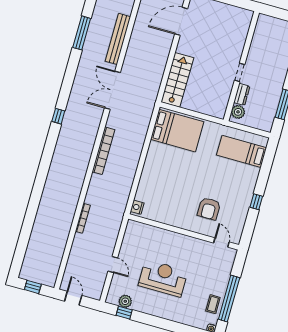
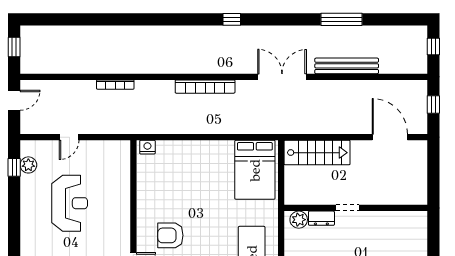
wall: (241, 66) -> (356, 208), moved
doorway: (240, 72) -> (348, 208), moved
dresser: (242, 94) -> (321, 218), moved
plant: (238, 112) -> (299, 220), moved

